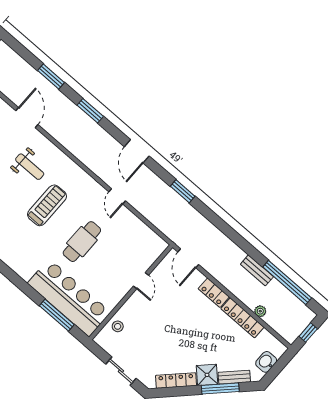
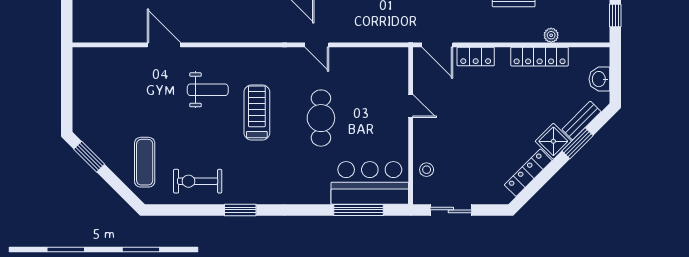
locker: (214, 293) -> (476, 56), moved
bar counter: (69, 298) -> (370, 183), width x0.73
sliding door: (121, 371) -> (451, 210), moved
window: (220, 388) -> (578, 143), width x0.69

